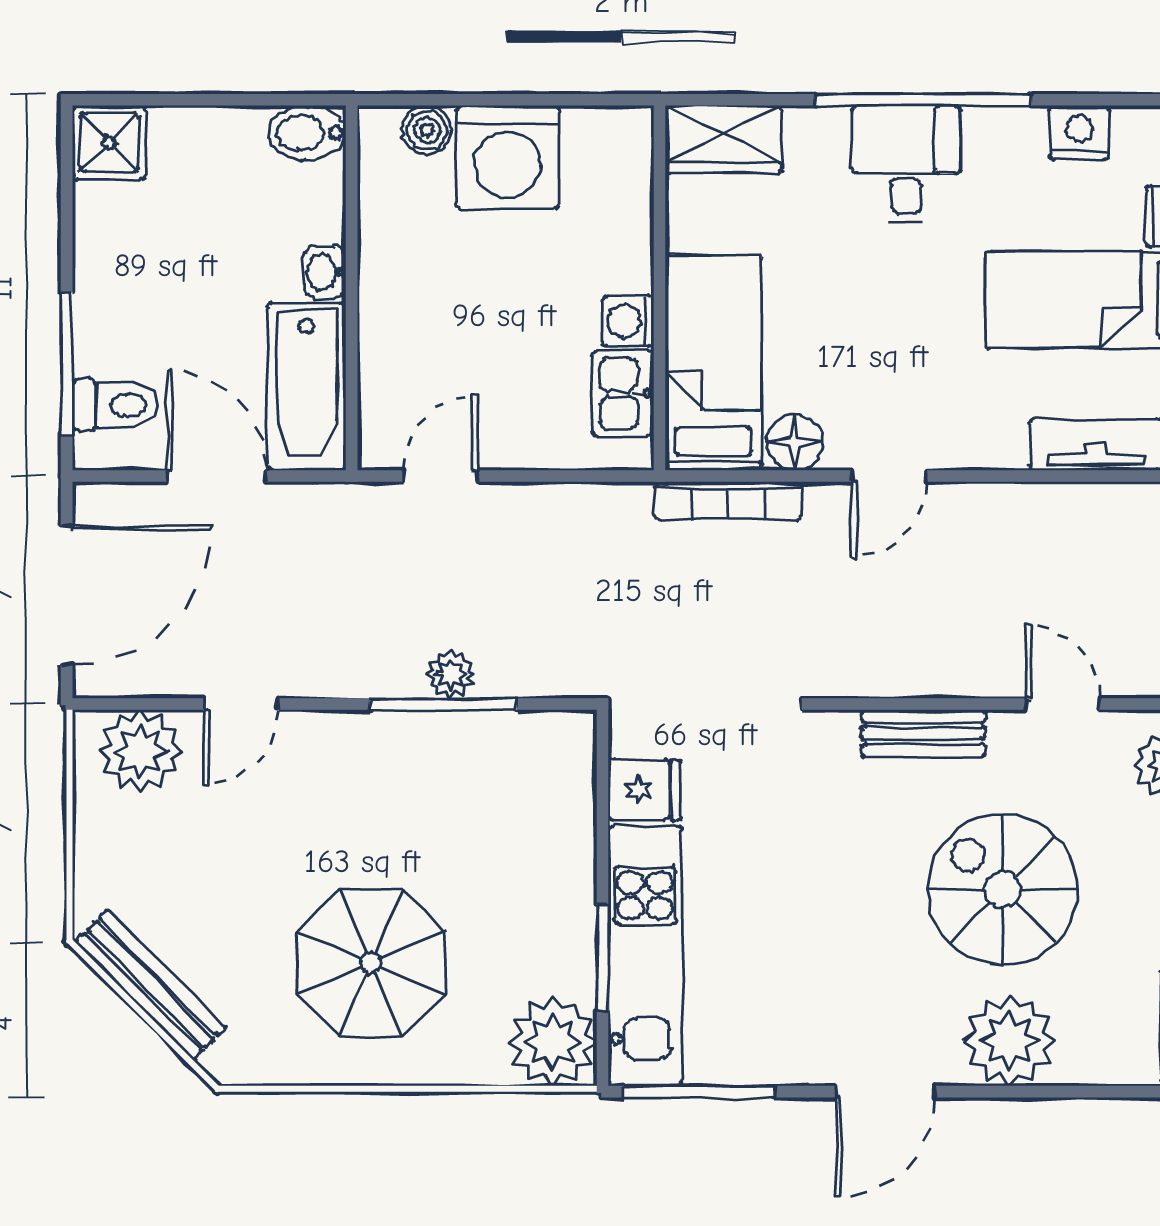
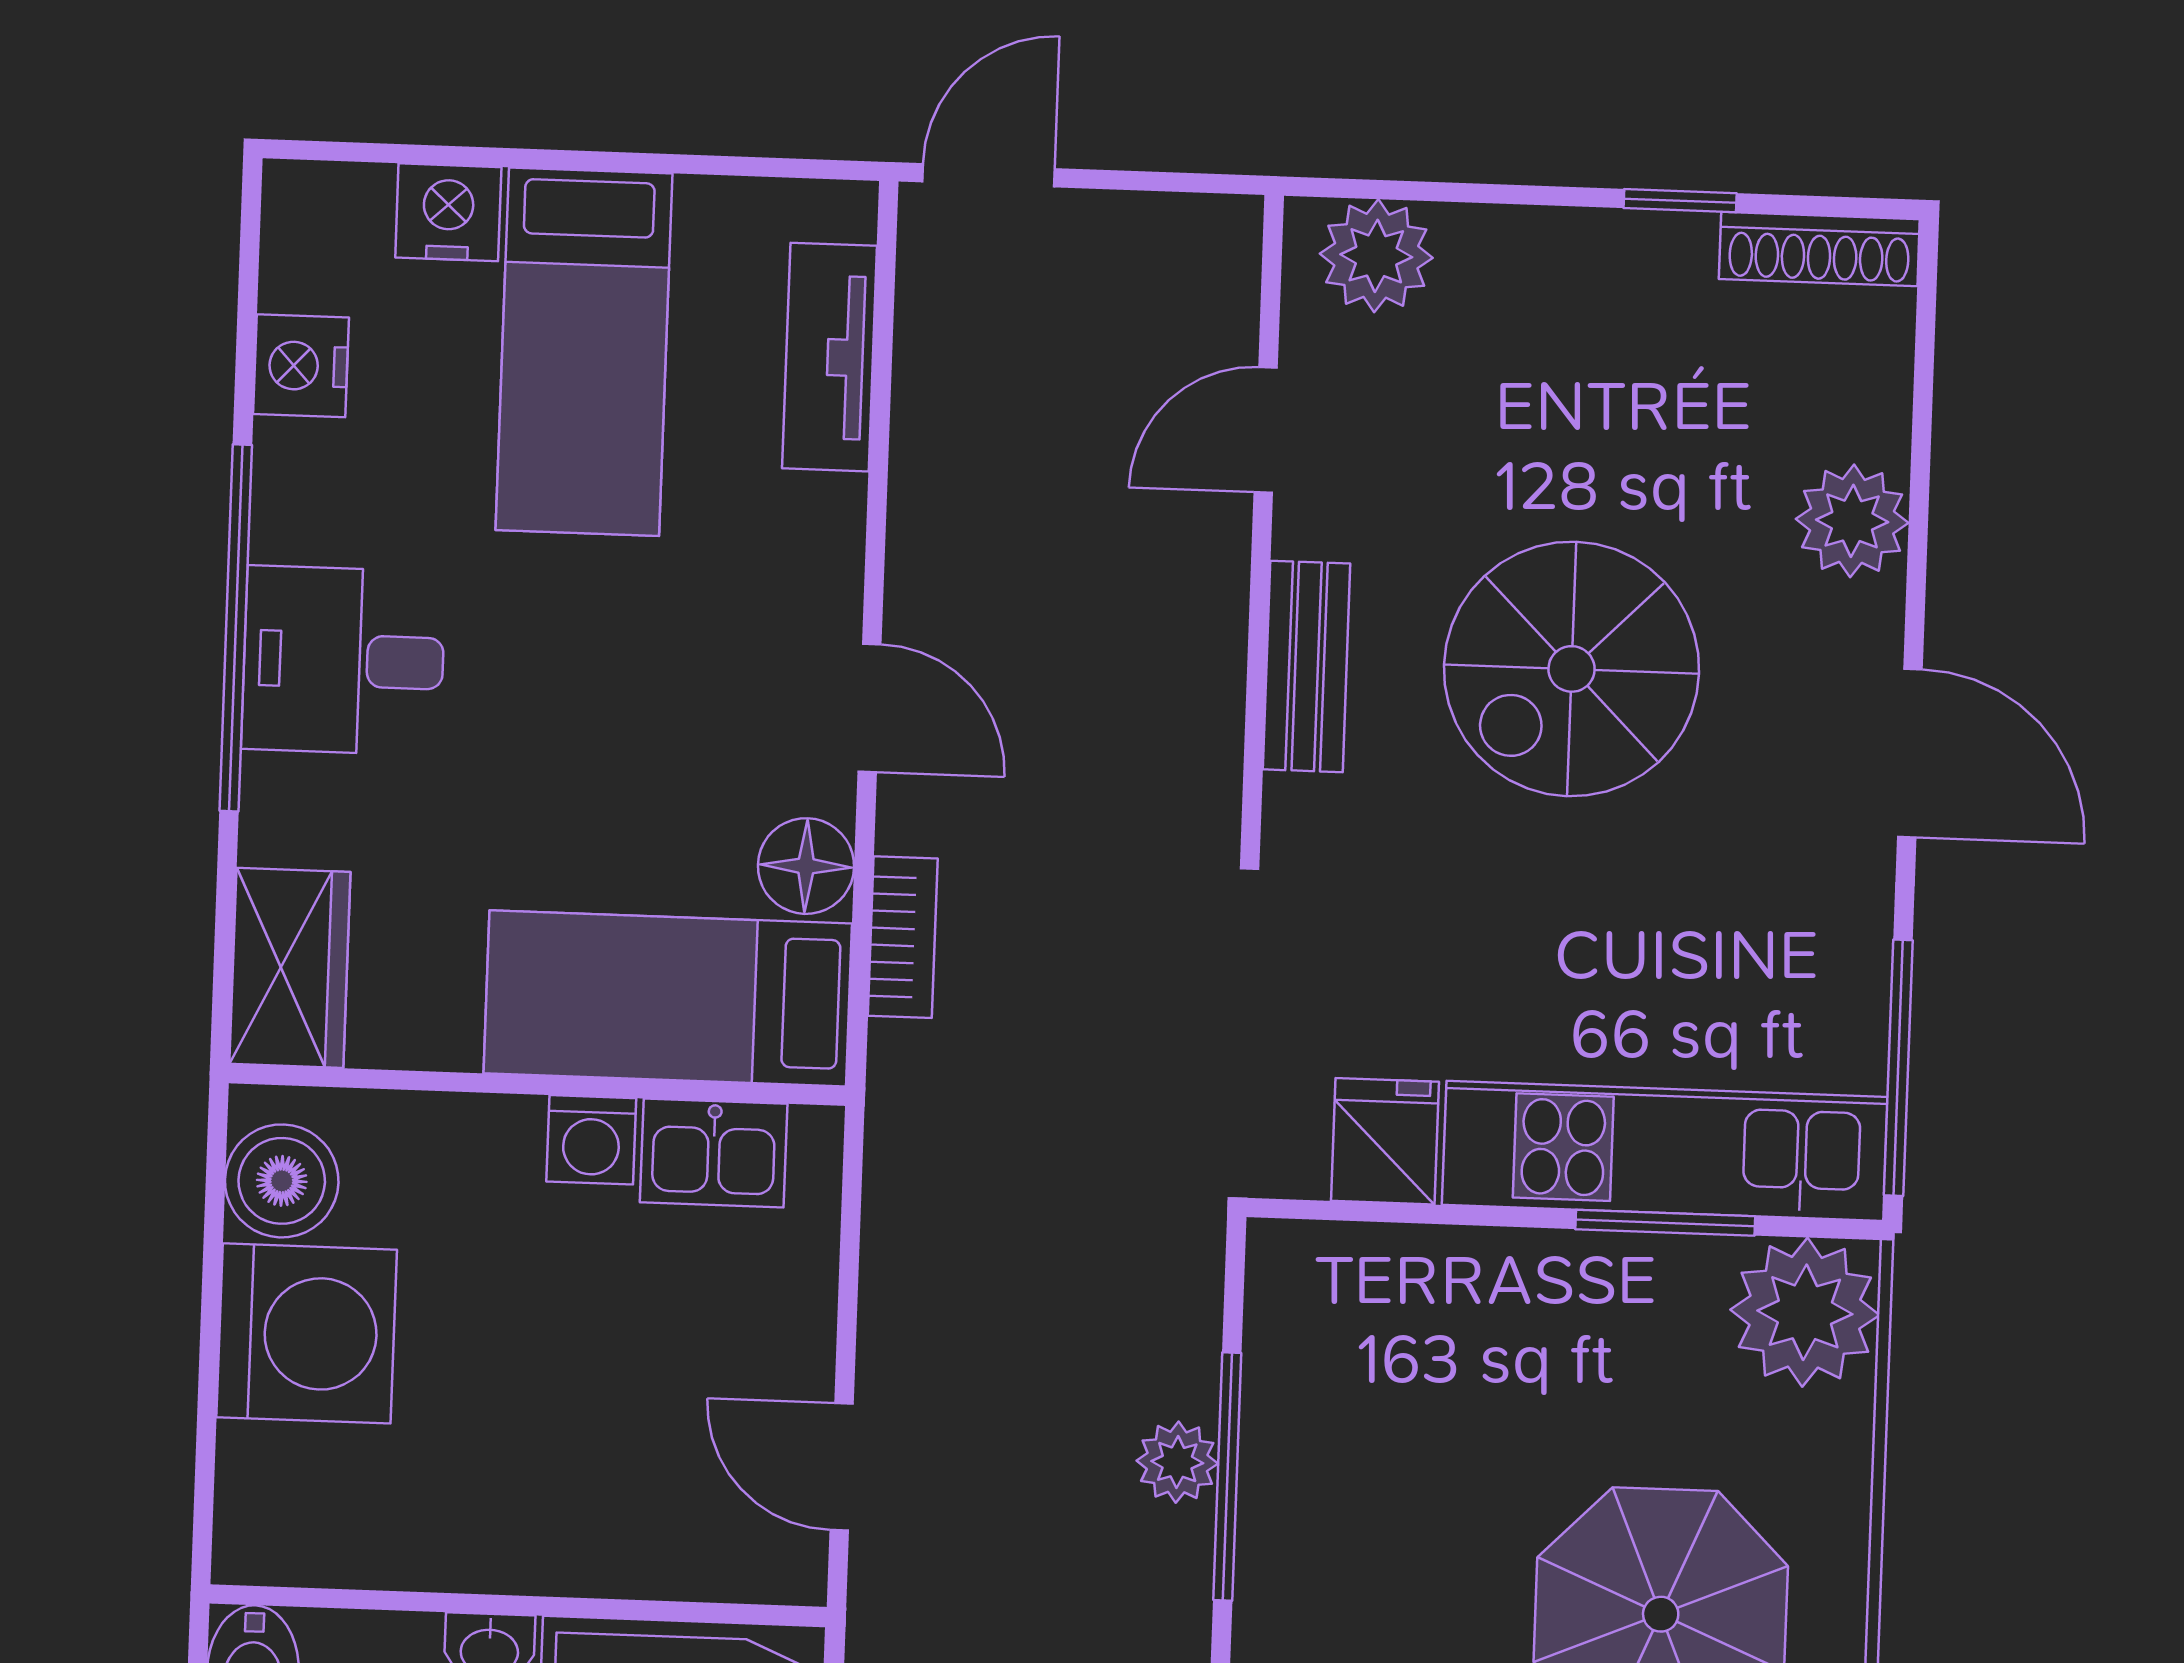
boiler: (427, 130) -> (282, 1181), moved, width x1.36, depth x1.36
bookcase: (728, 501) -> (903, 937), width x0.64
spiral stairs: (1003, 890) -> (1572, 669), moved
plant: (1009, 1040) -> (1852, 521), width x0.73, depth x0.73

